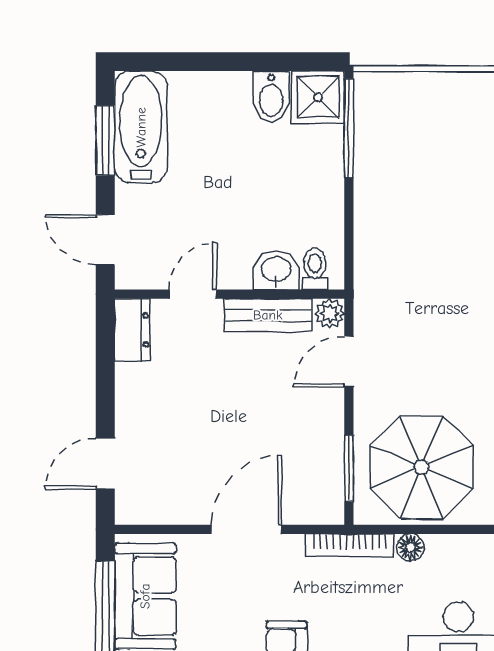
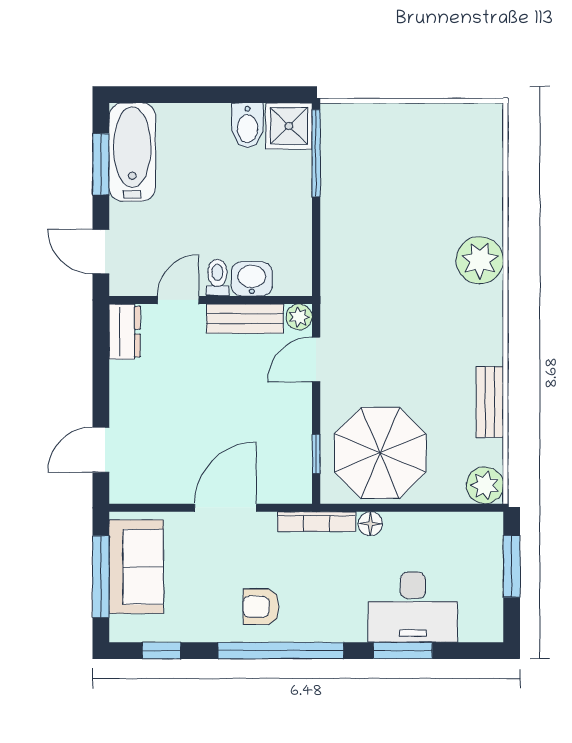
toilet: (315, 269) -> (217, 278), moved
window: (349, 468) -> (316, 454), width x0.67

